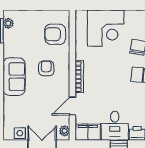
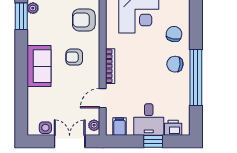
armchair: (46, 68) -> (74, 57), turned -90
filing cabinet: (88, 132) -> (119, 127), width x0.50

